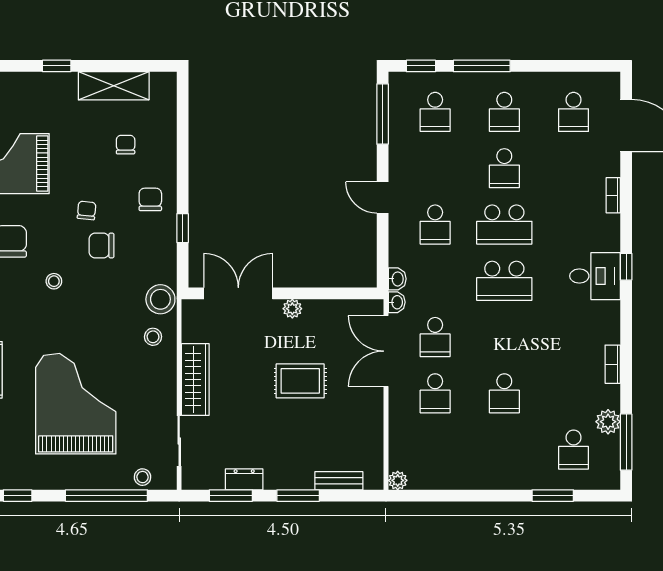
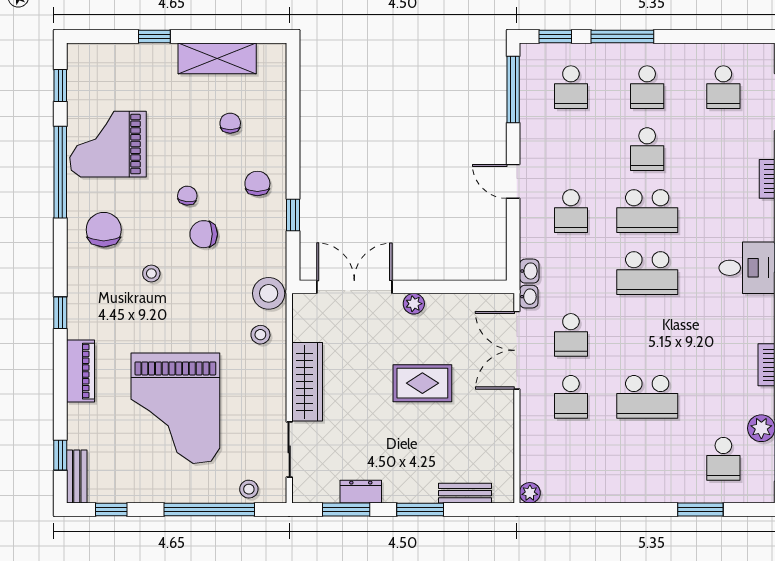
school desk: (504, 393) -> (647, 397), width x1.85
grand piano: (76, 404) -> (175, 408), turned 180

